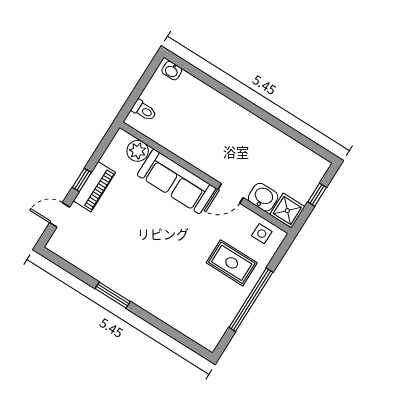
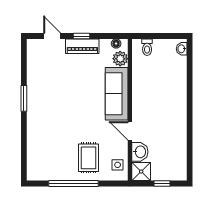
floor lamp: (116, 144) -> (116, 44), added

